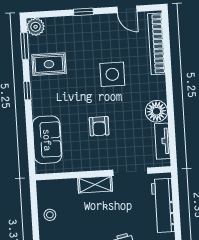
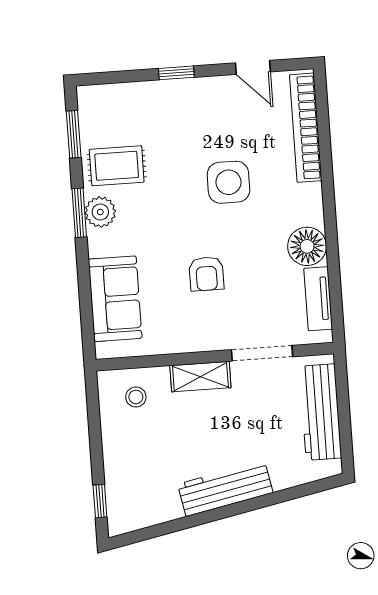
plant: (36, 27) -> (100, 212), moved
window: (27, 91) -> (79, 213), width x1.50
stool: (50, 215) -> (136, 397), moved

